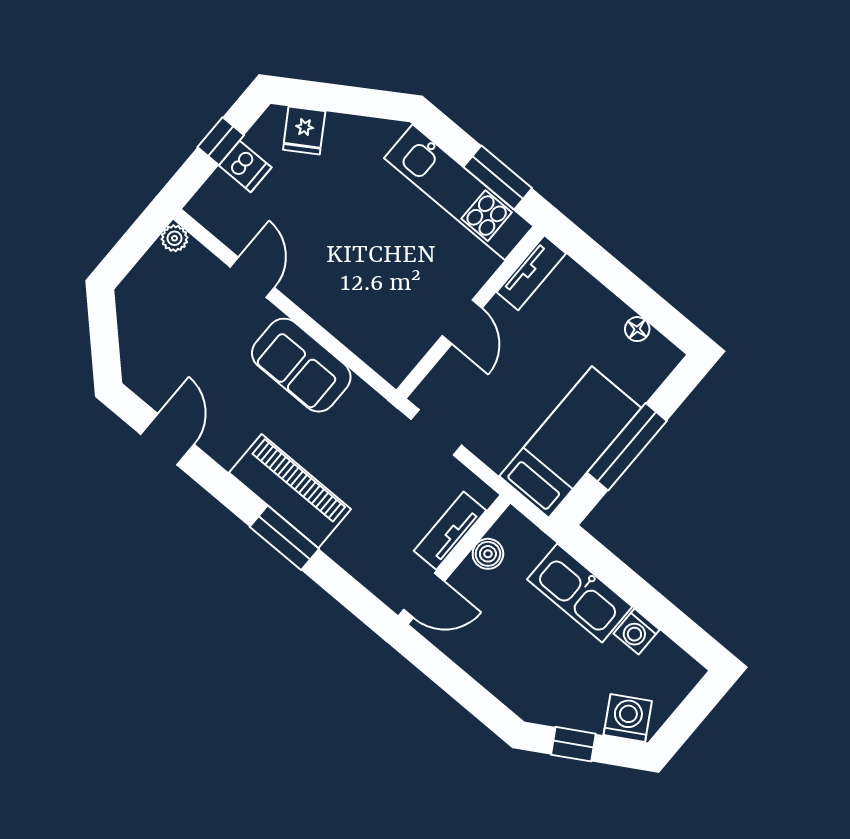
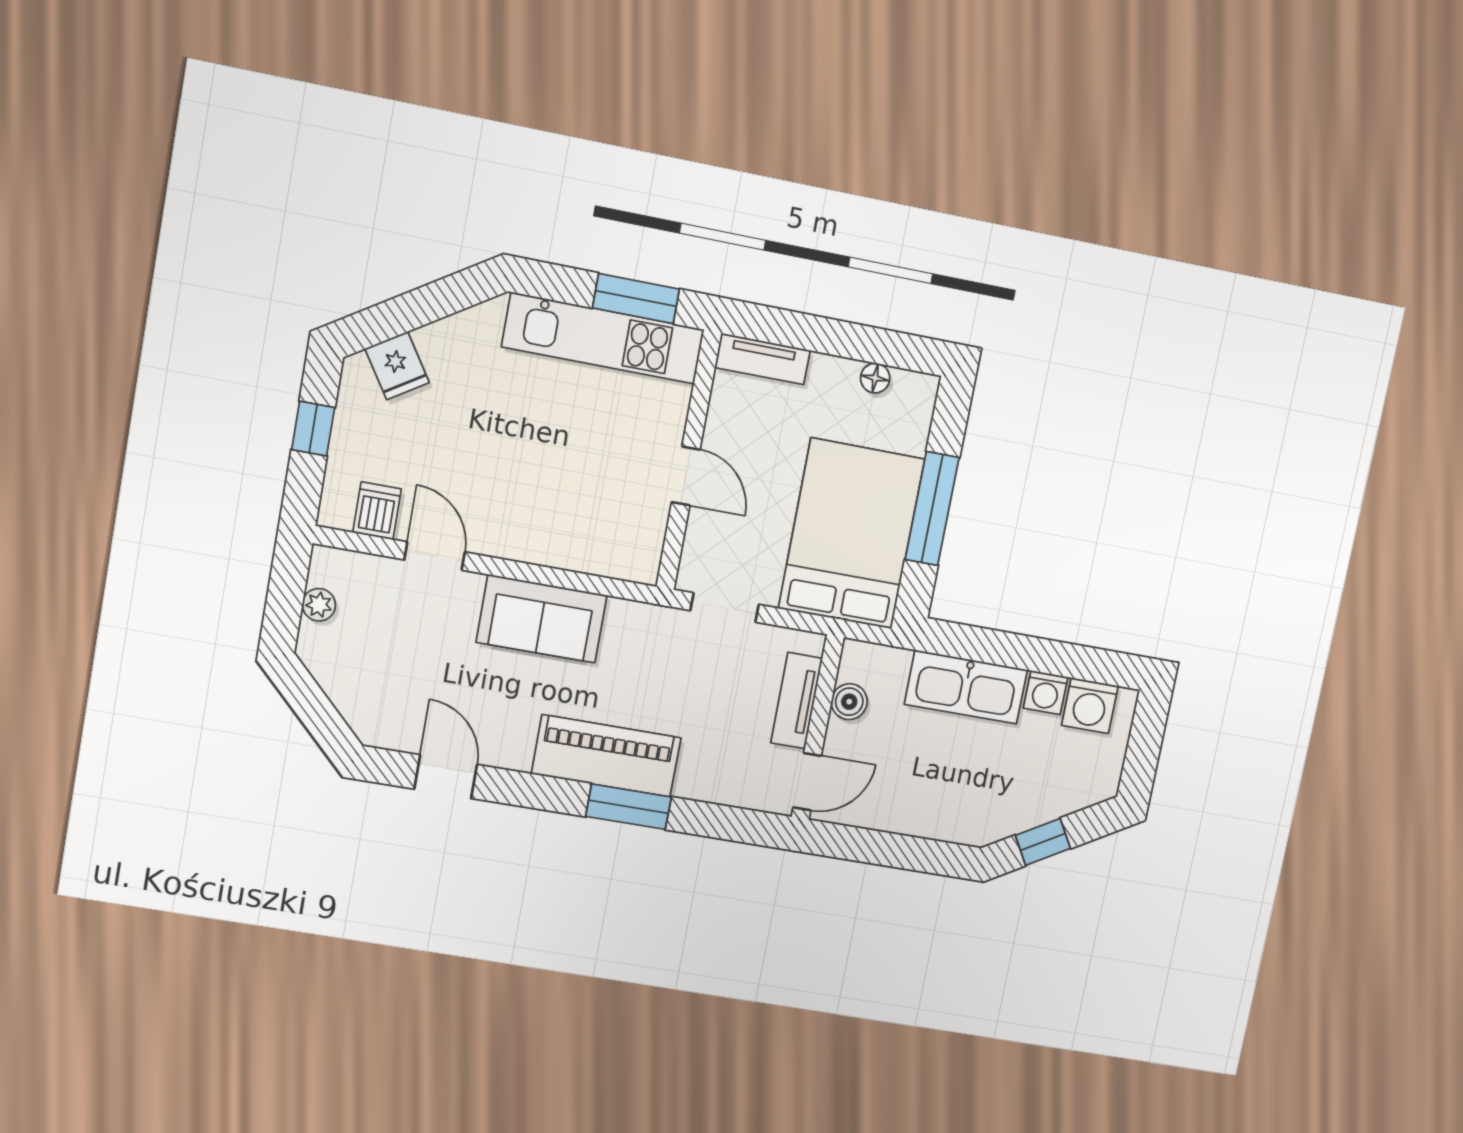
dishwasher: (245, 166) -> (377, 511), moved, turned -90
plant: (174, 238) -> (319, 605), moved
tv unit: (531, 273) -> (763, 359), moved, turned 90
bed: (570, 442) -> (851, 534), width x1.50
washing machine: (628, 718) -> (1090, 706), moved, turned -149

